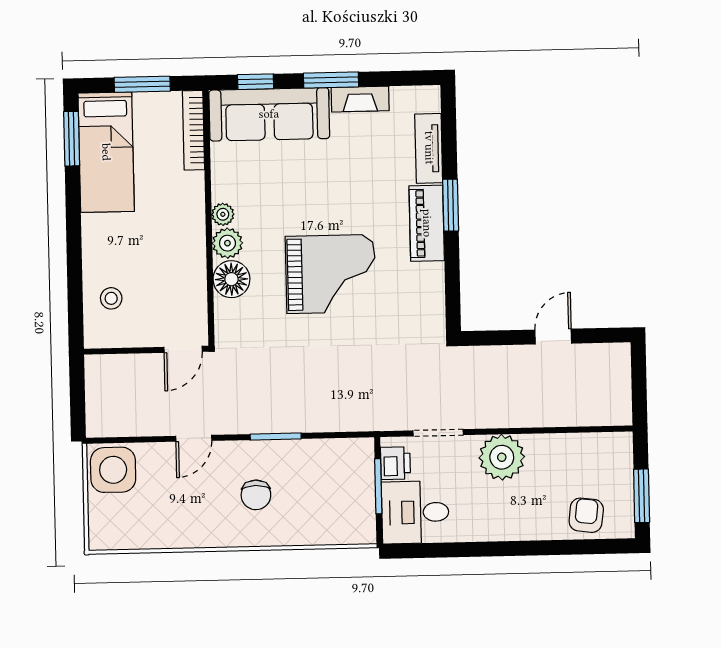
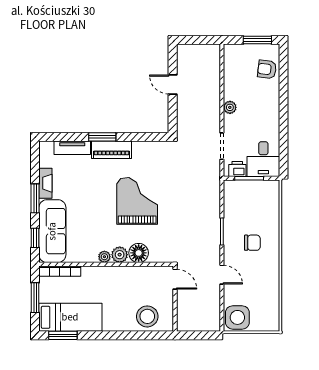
stool: (111, 298) -> (147, 316), width x1.89, depth x1.89
plant: (502, 457) -> (230, 107), width x0.53, depth x0.53

